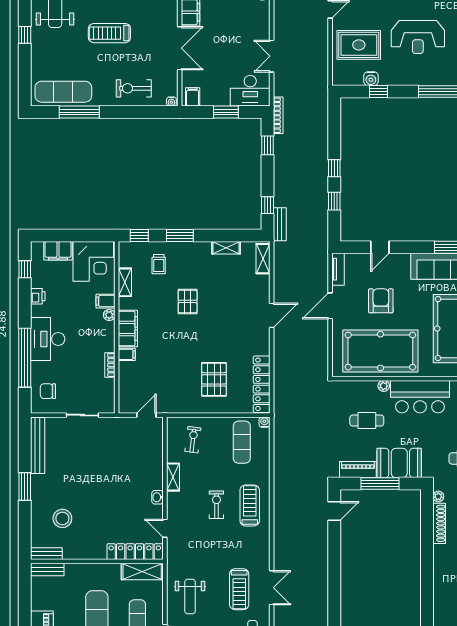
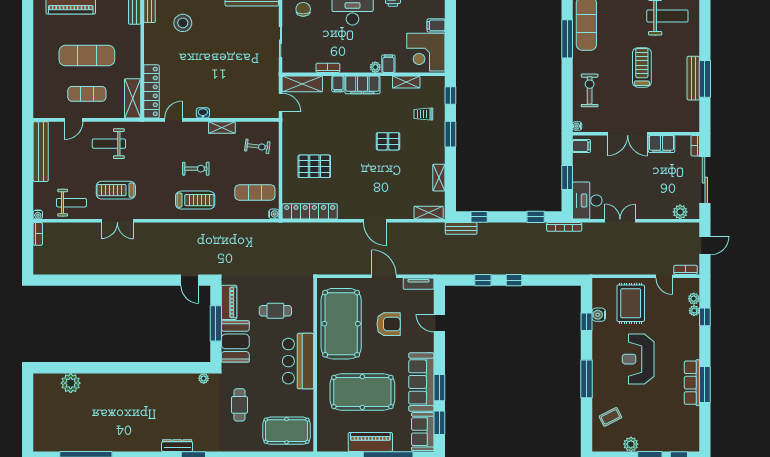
filing cabinet: (58, 251) -> (436, 25), width x0.50
plant: (384, 386) -> (308, 327), removed
shelving: (127, 392) -> (302, 84), added
cafe table: (367, 421) -> (275, 311), turned 90
shoe rack: (439, 523) -> (178, 379), removed

